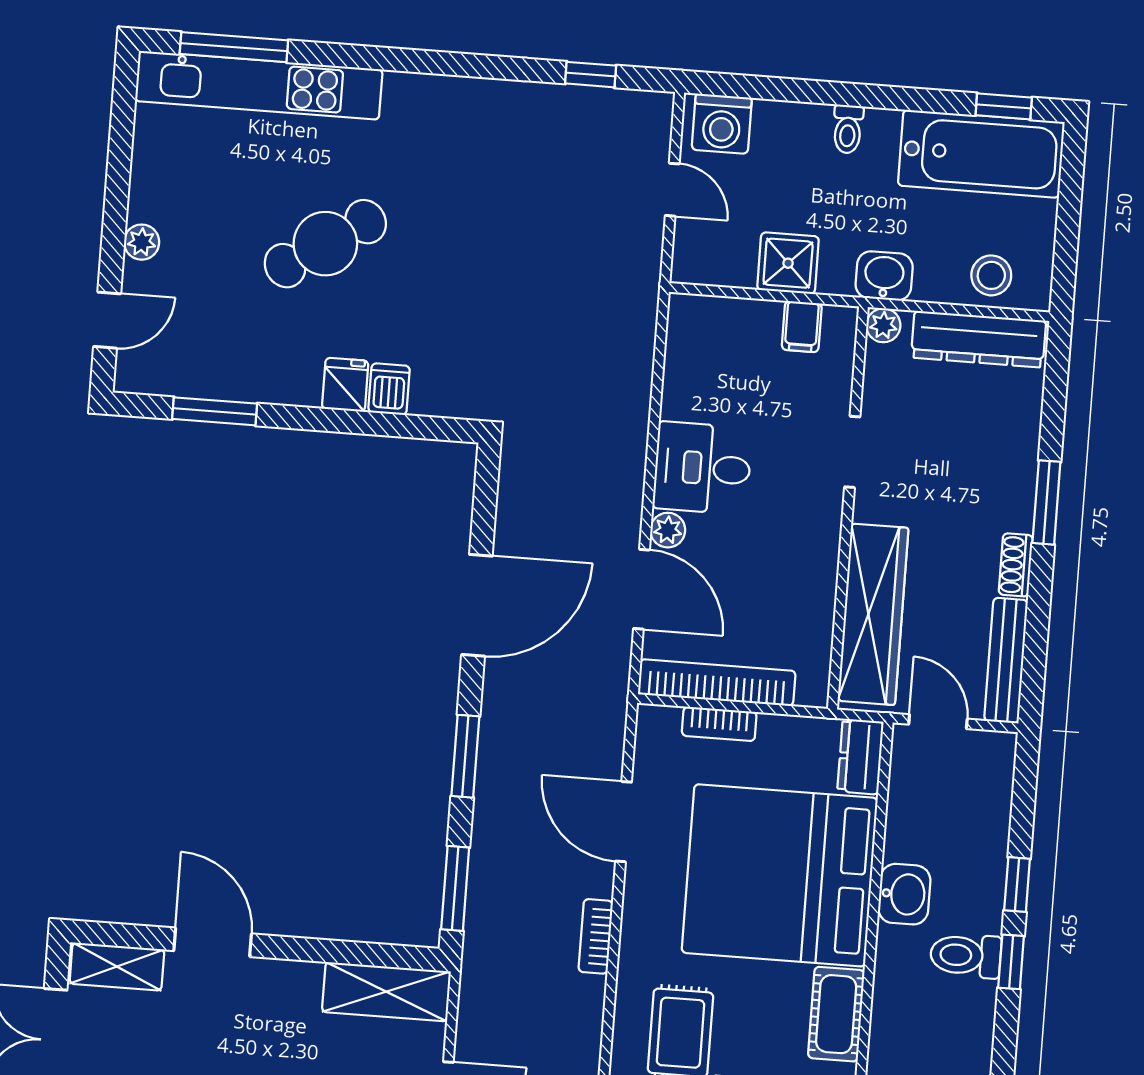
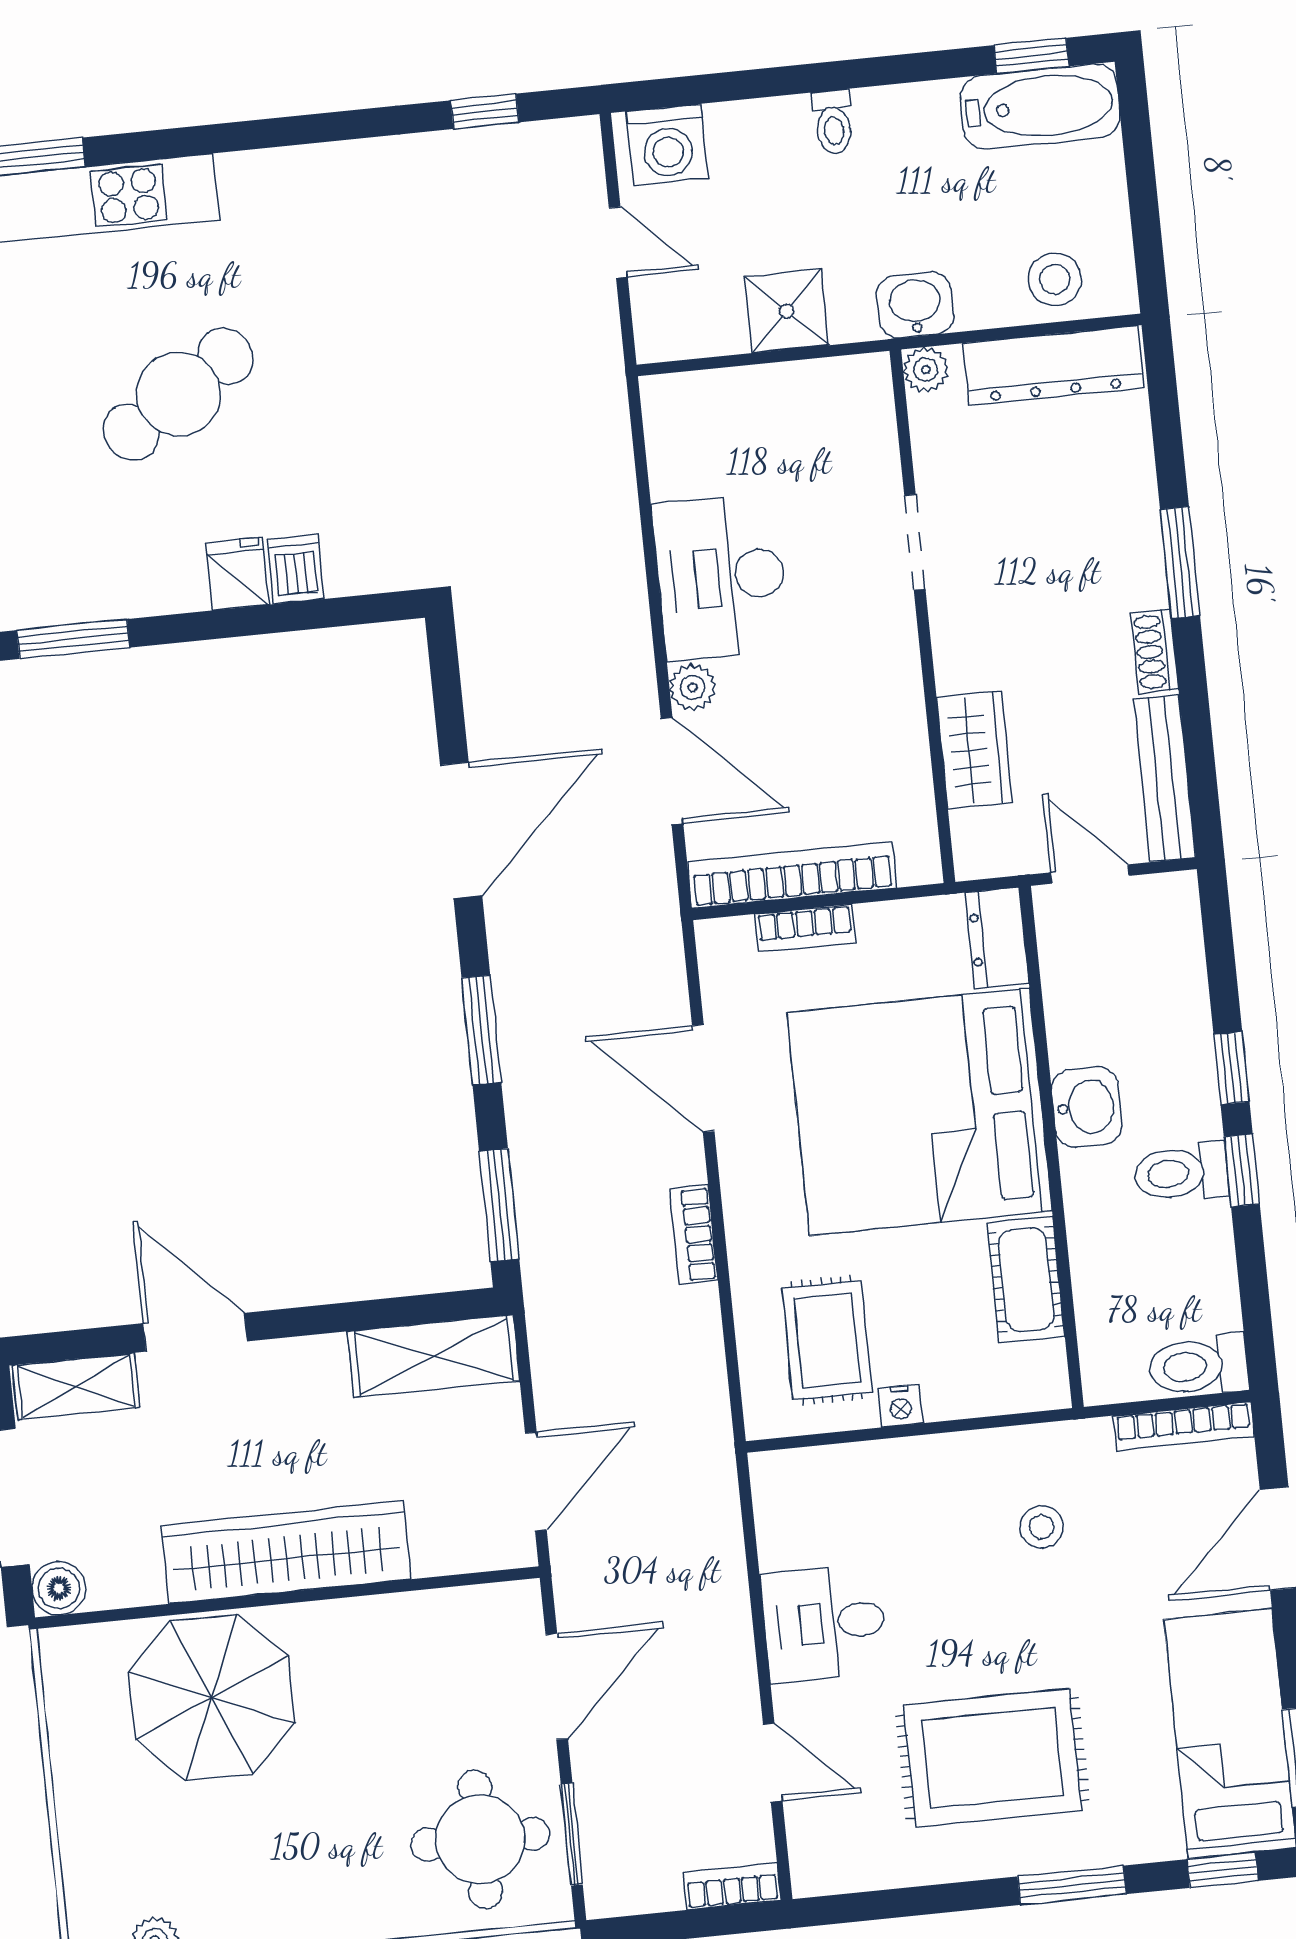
bathtub: (981, 154) -> (1040, 107), width x0.73, depth x0.73
filing cabinet: (802, 327) -> (819, 391), removed
desk: (702, 468) -> (721, 577), width x1.37
wardrobe: (873, 614) -> (974, 750), width x0.48, depth x0.85

